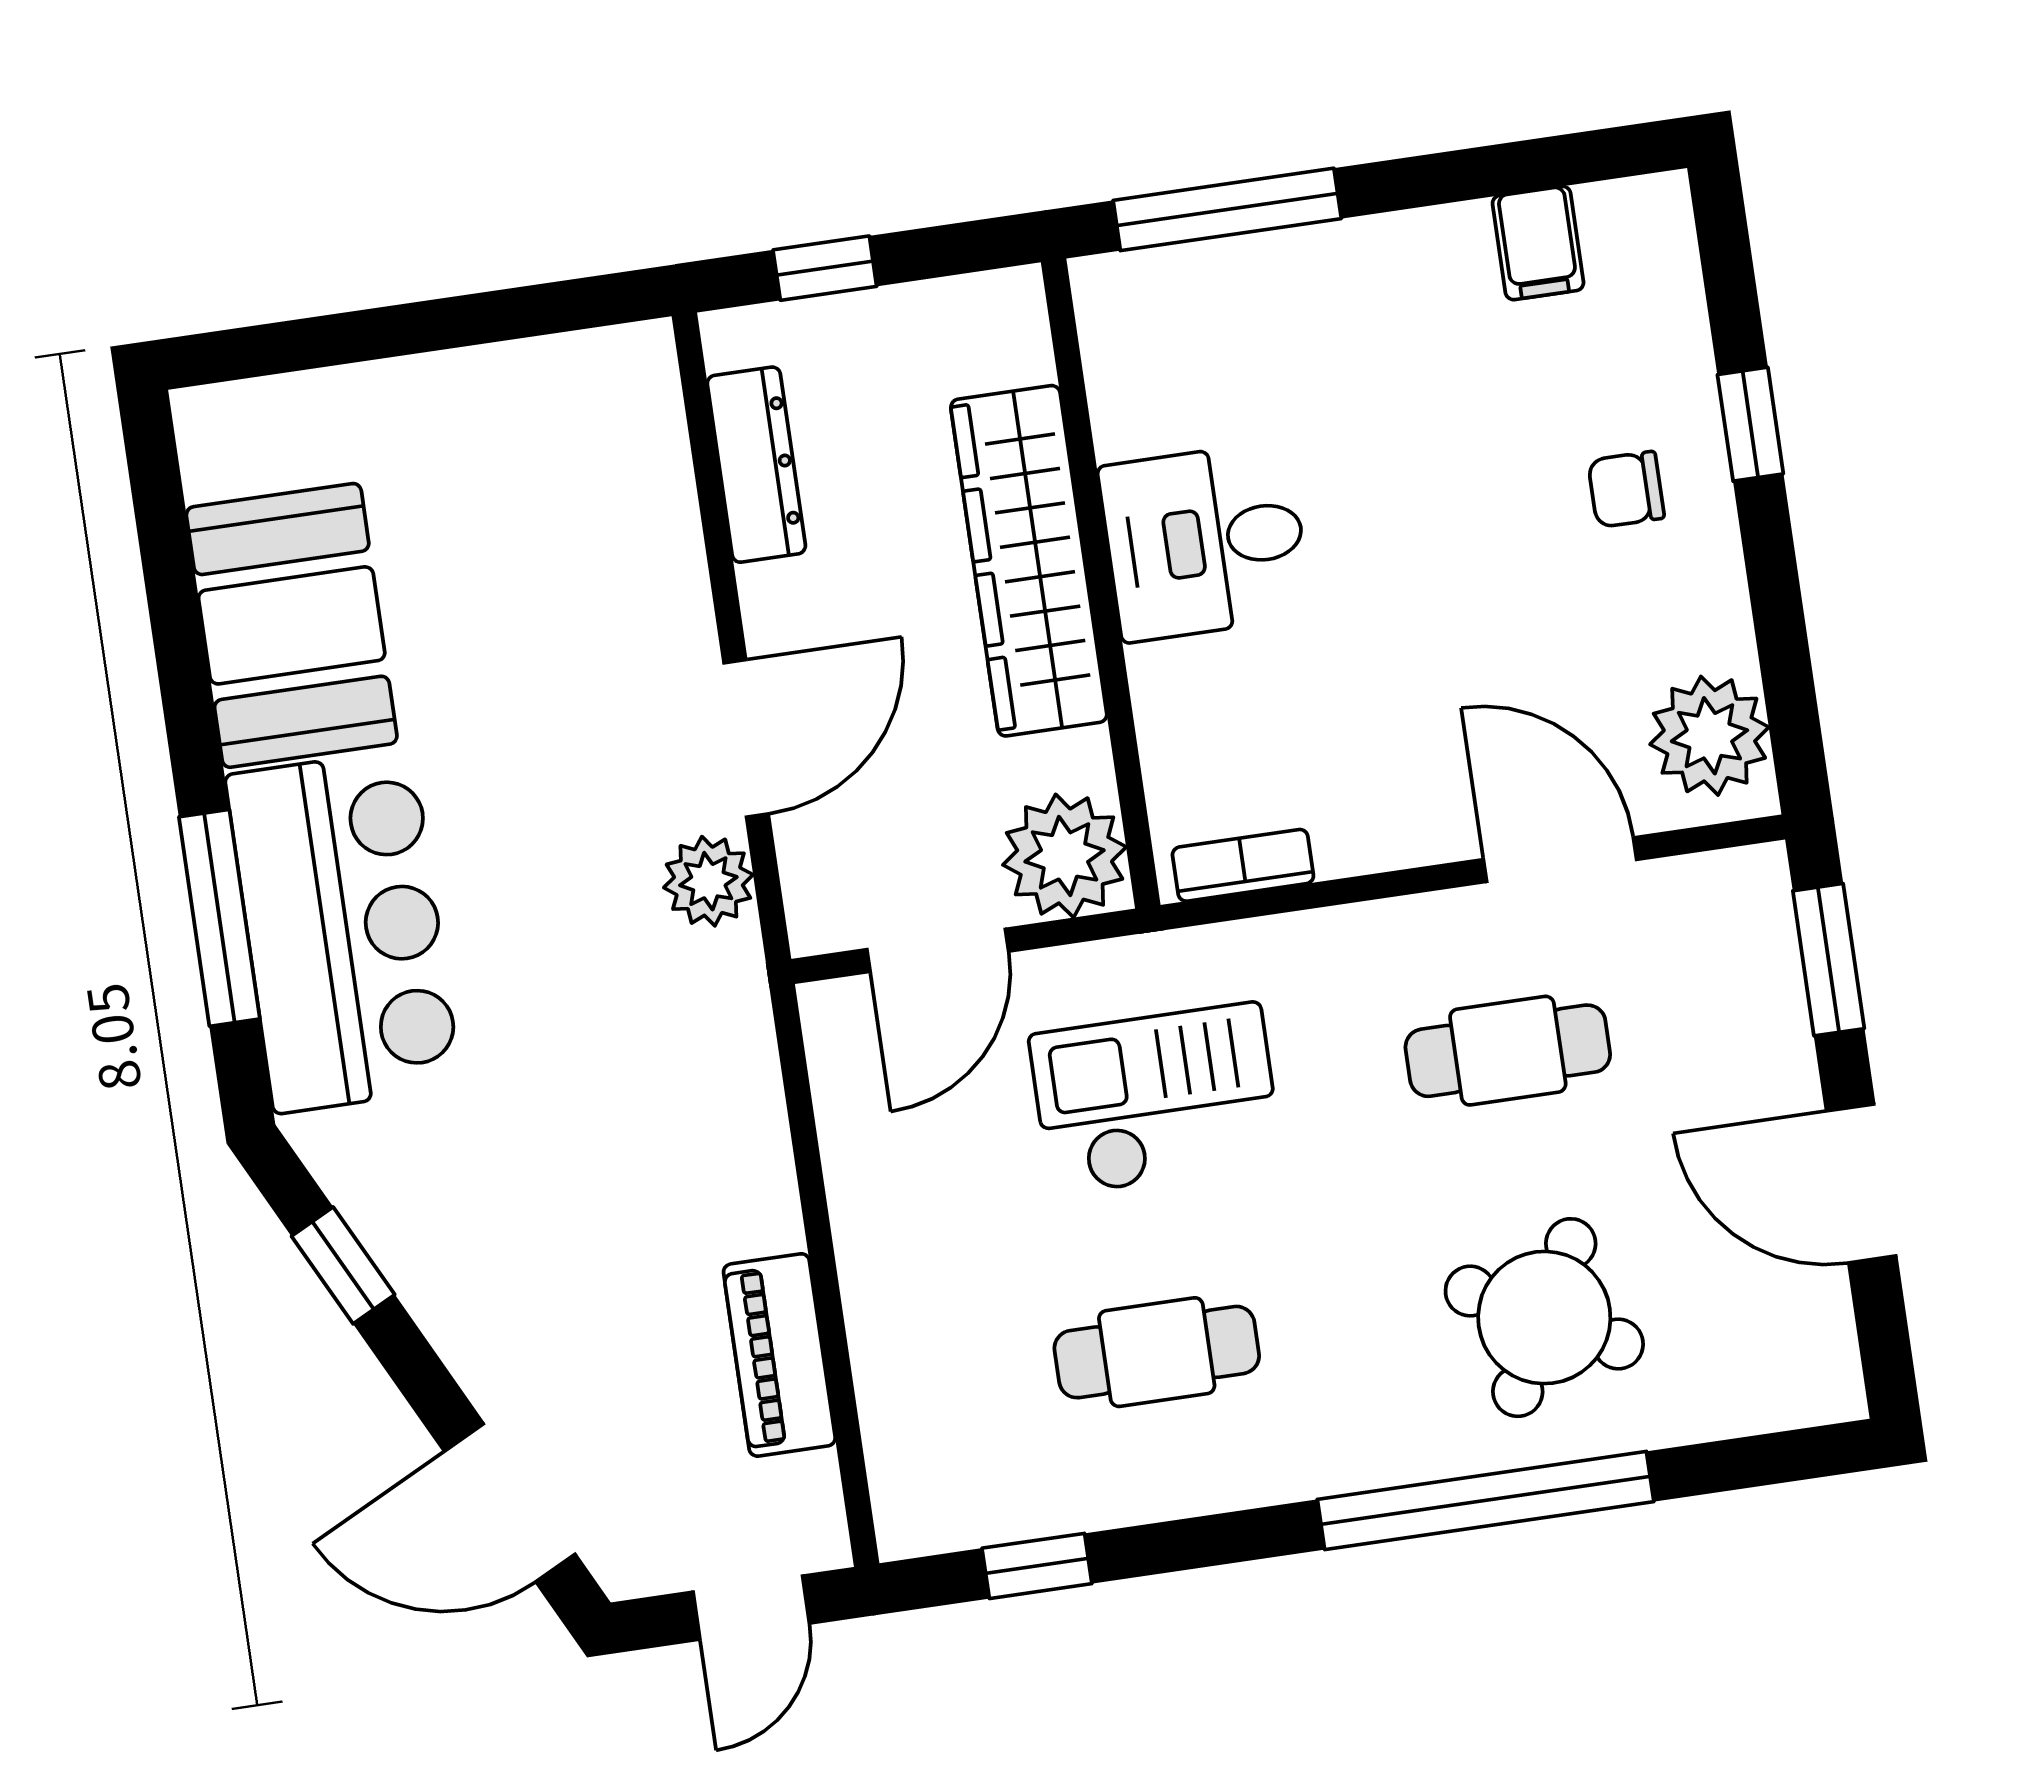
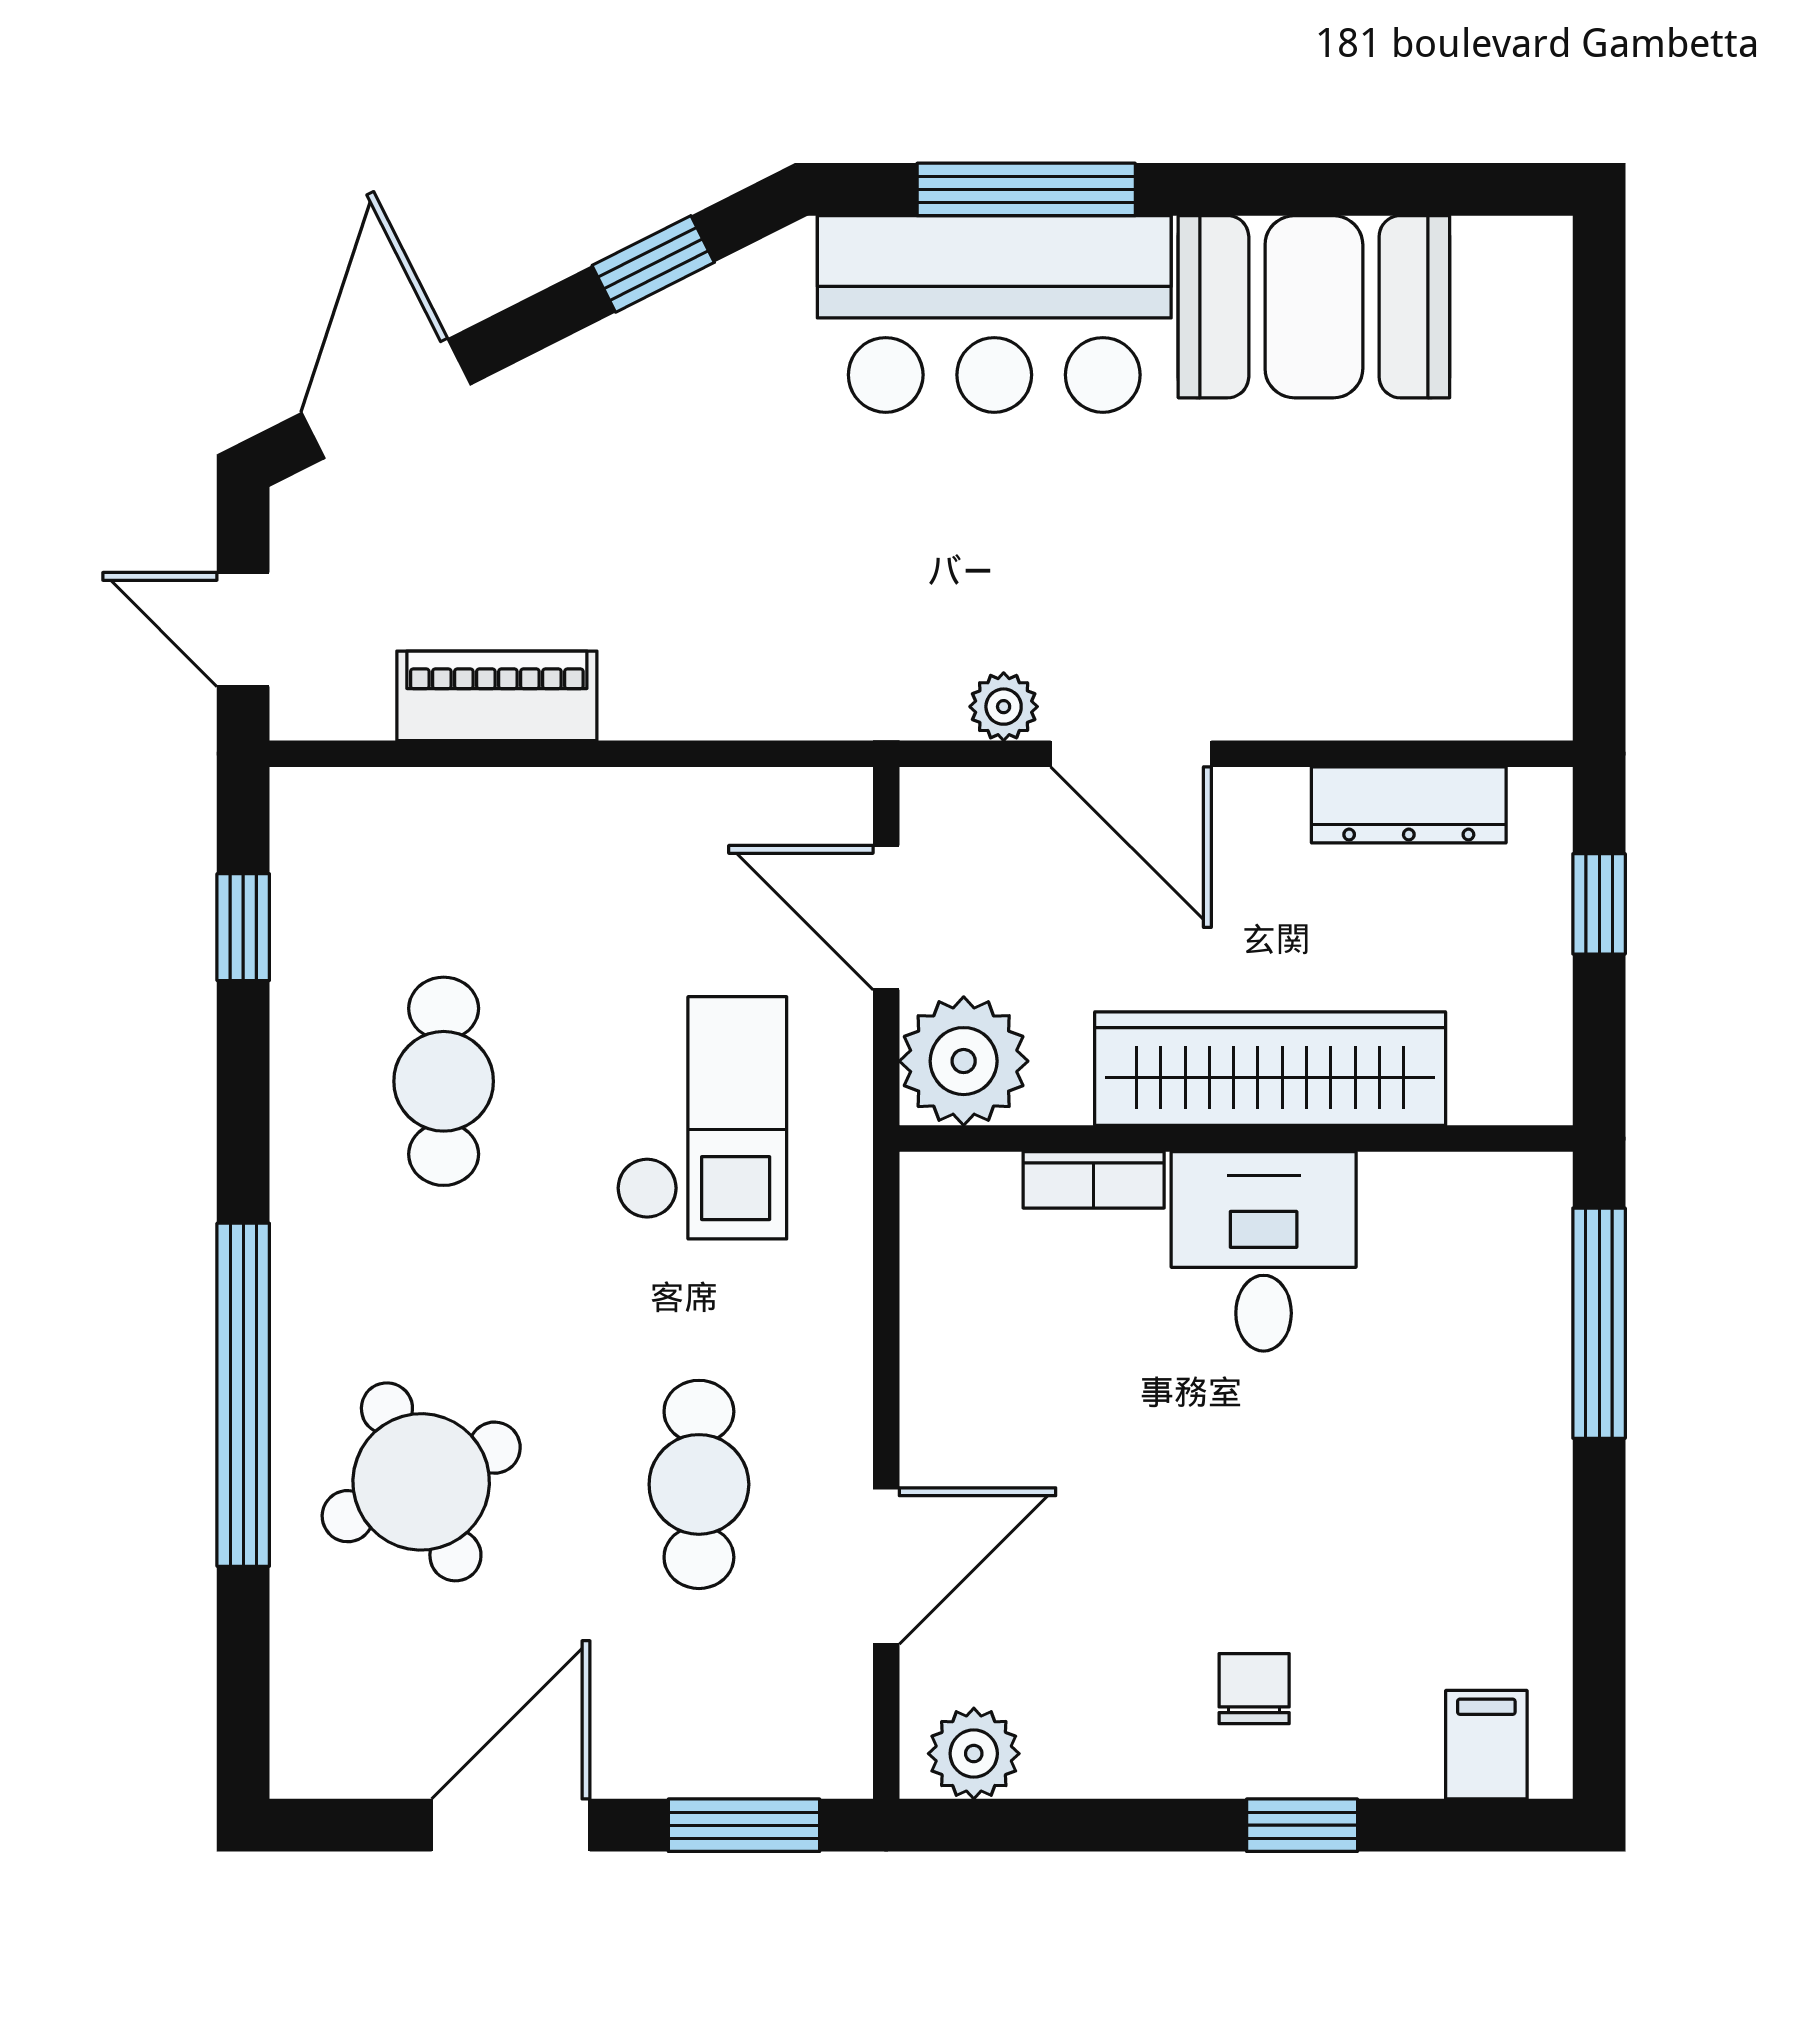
filing cabinet: (1538, 243) -> (1486, 1745), moved, turned 90
plant: (1709, 736) -> (974, 1754), width x0.73, depth x0.73
bookcase: (1243, 865) -> (1094, 1180), moved, turned 90
plant: (708, 881) -> (1004, 707), width x0.73, depth x0.73
round table: (1544, 1318) -> (421, 1482), turned 37

